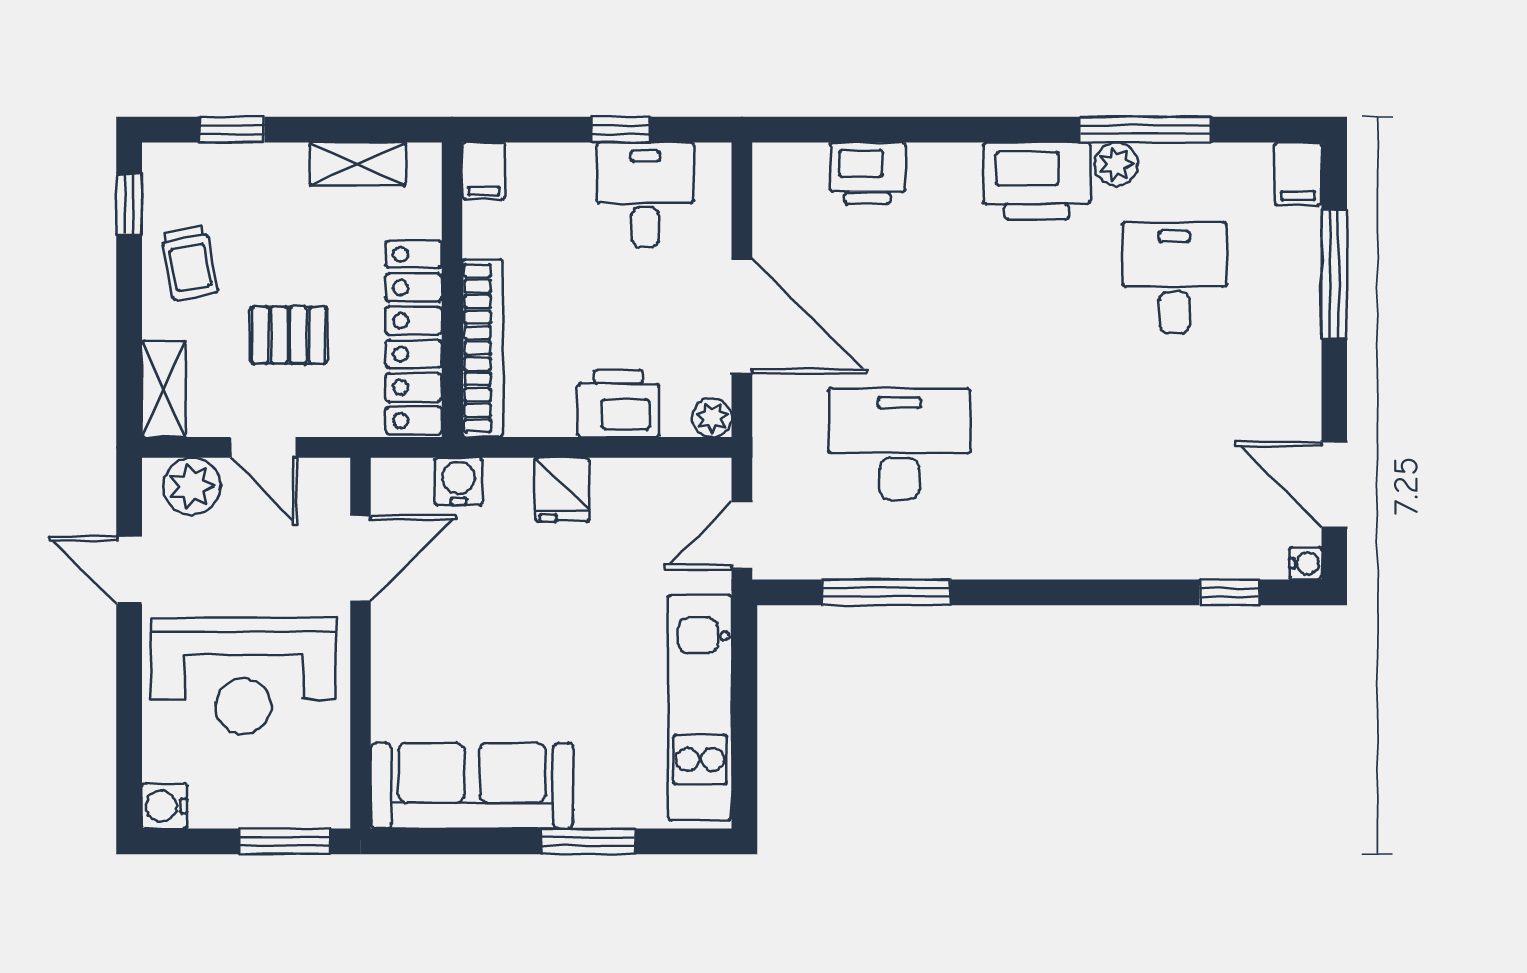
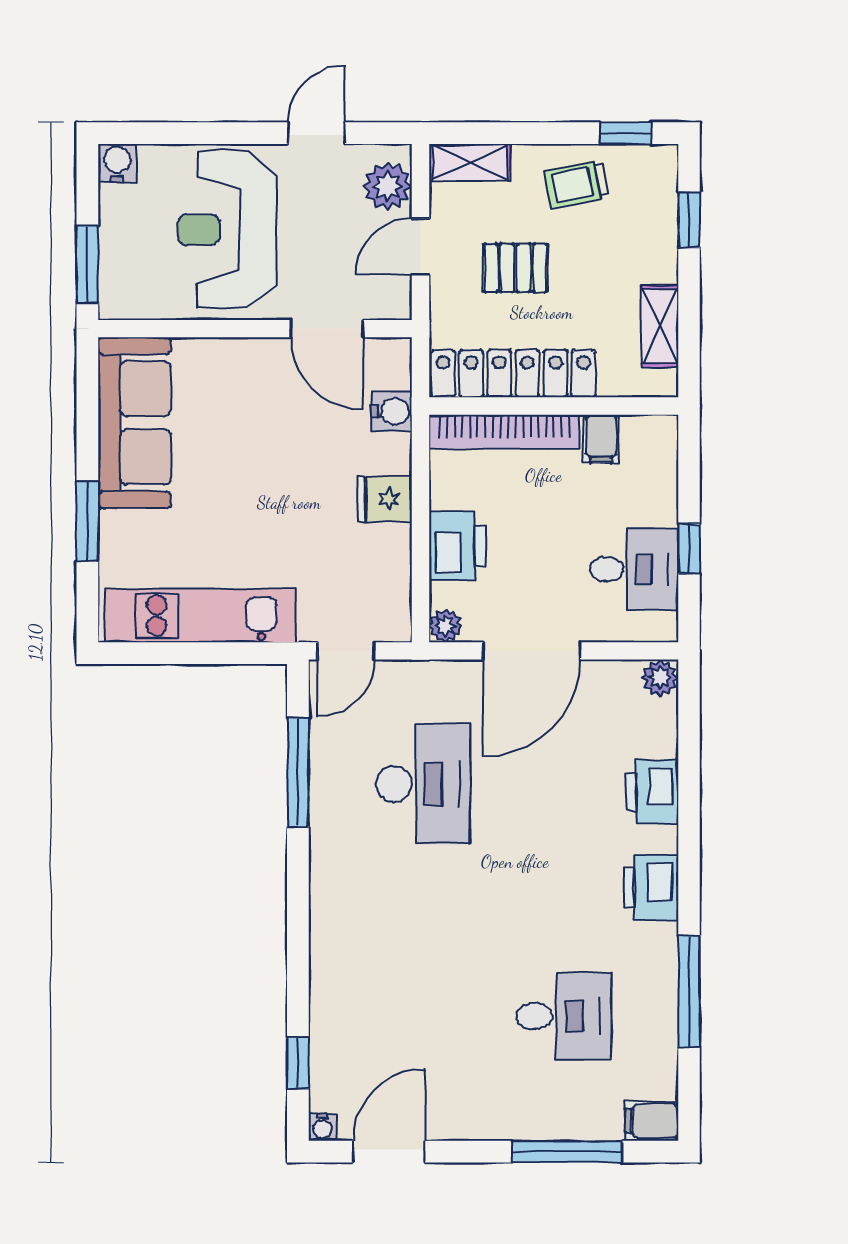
plant: (1116, 164) -> (660, 678), moved
filing cabinet: (484, 171) -> (601, 439), moved, turned -90
printer: (868, 173) -> (652, 792), moved
printer: (1037, 181) -> (651, 888), width x0.73, depth x0.84
pallet: (289, 335) -> (515, 268), turned 90
door: (742, 536) -> (346, 651), swing flipped

